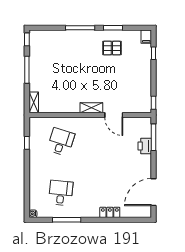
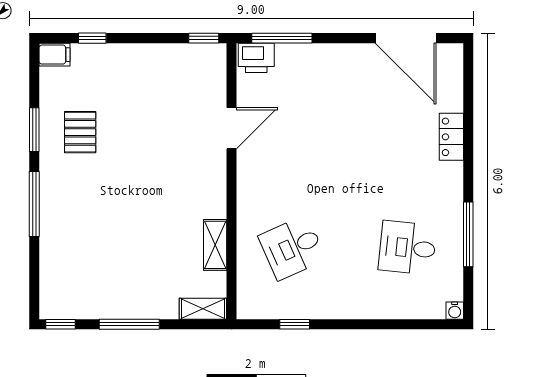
shelving: (91, 108) -> (215, 245), moved
desk: (61, 142) -> (292, 248), turned -42
printer: (145, 146) -> (256, 58), moved

